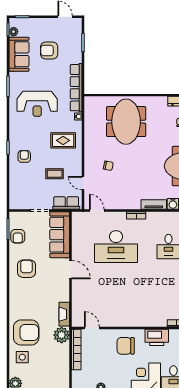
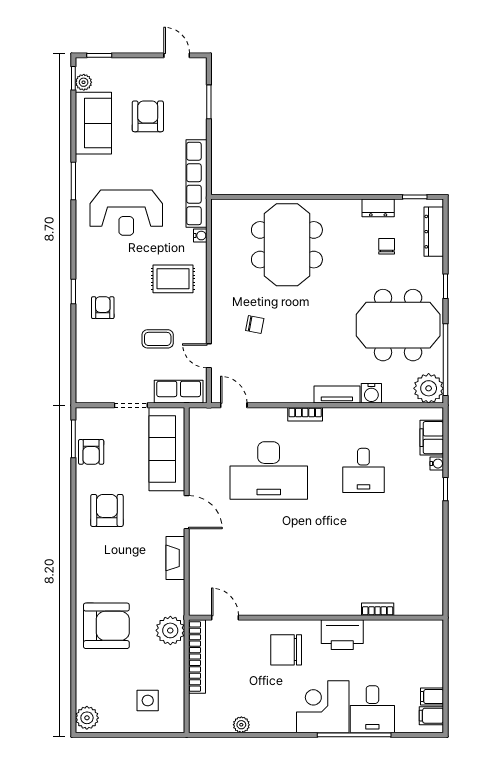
armchair: (49, 51) -> (148, 116), turned 90
fireplace: (64, 314) -> (175, 558), moved
side table: (22, 357) -> (148, 700), moved

